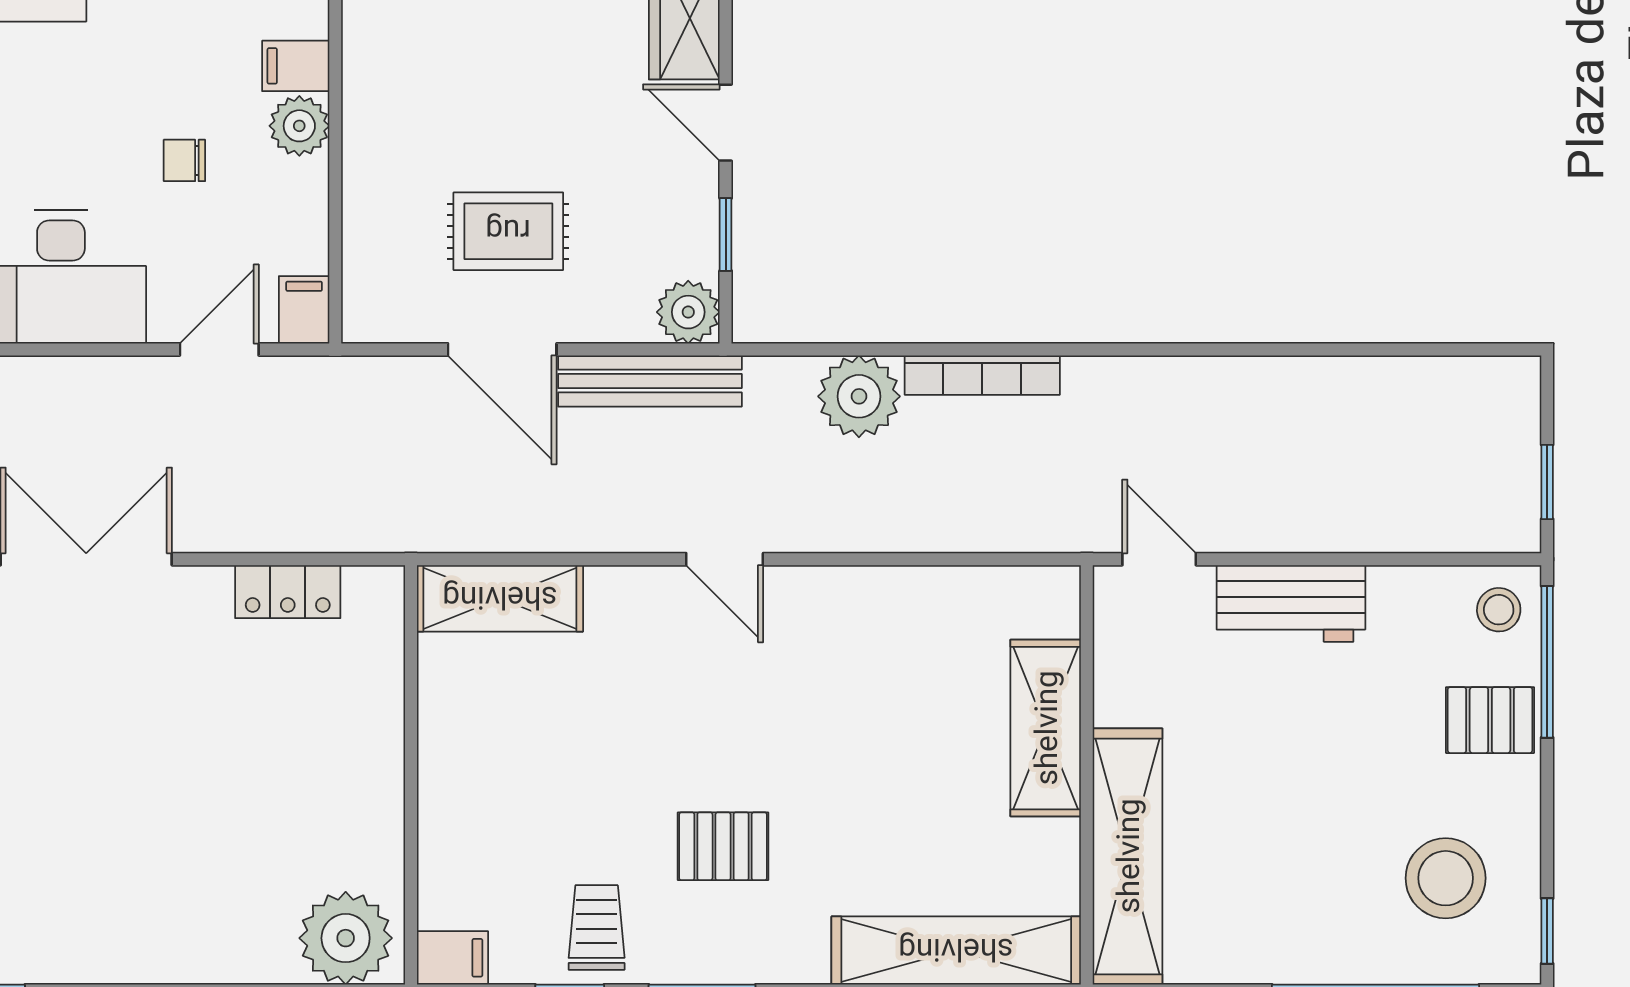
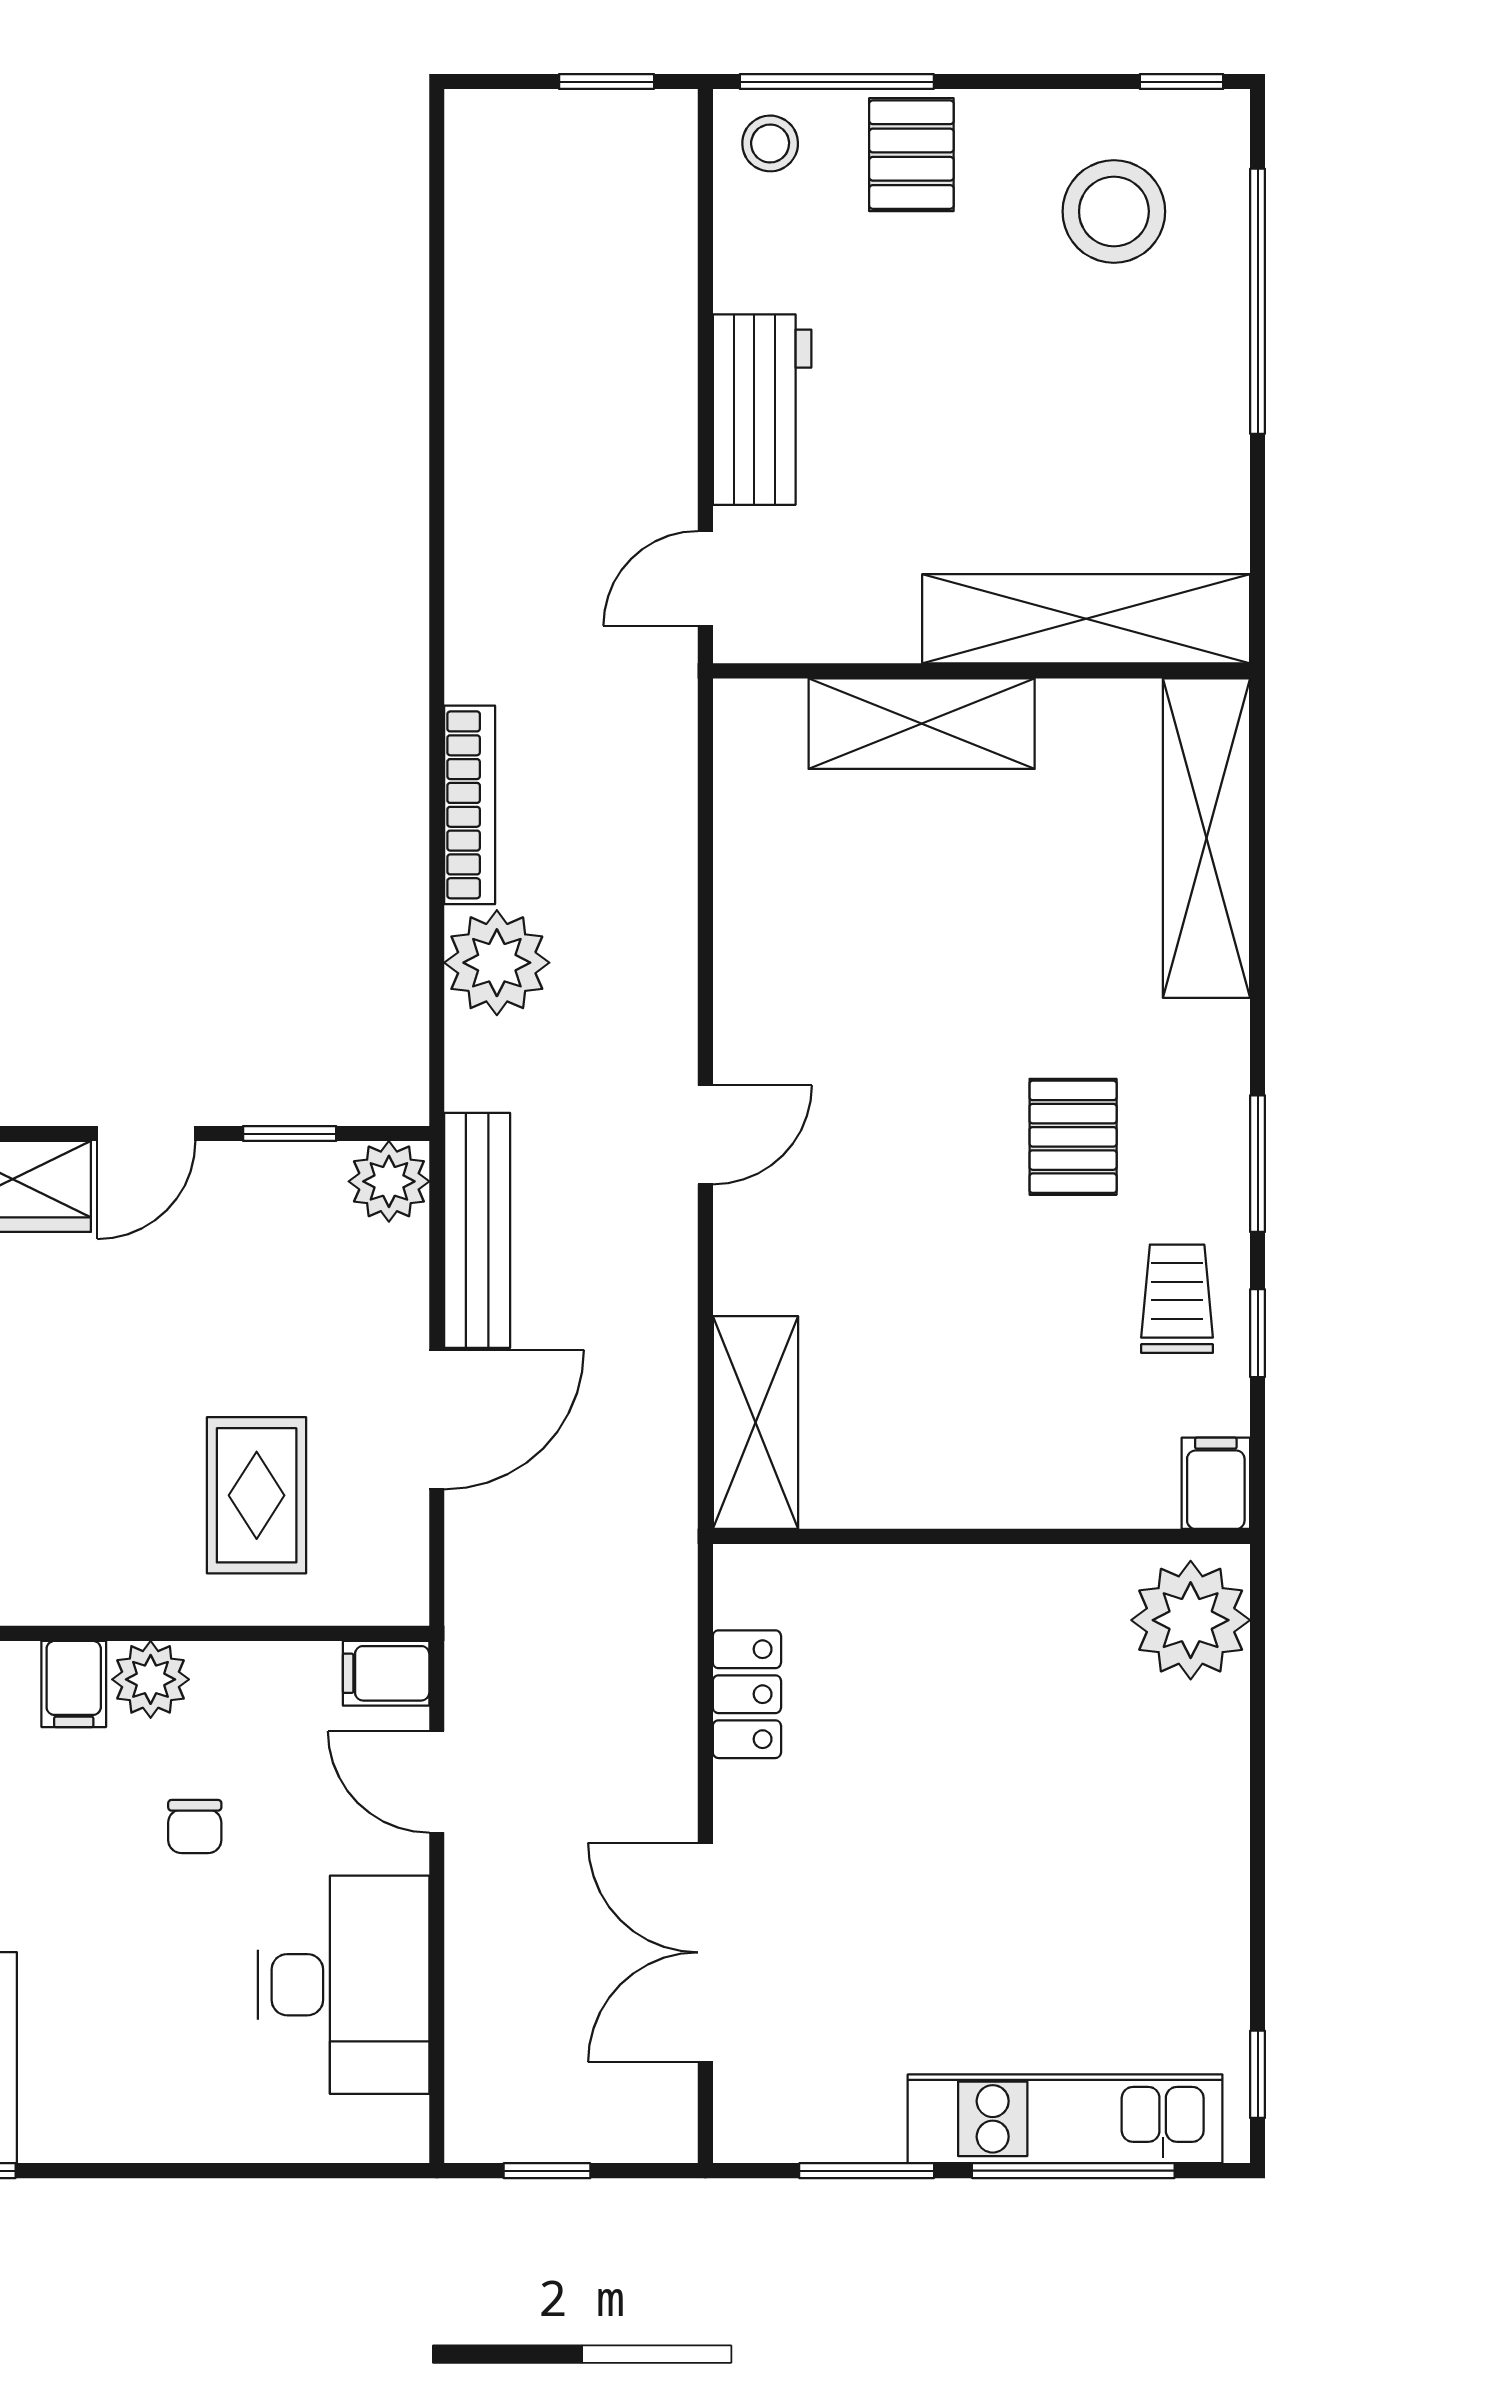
rug: (508, 231) -> (257, 1495), moved
trolley: (597, 927) -> (1177, 1299), turned 90

